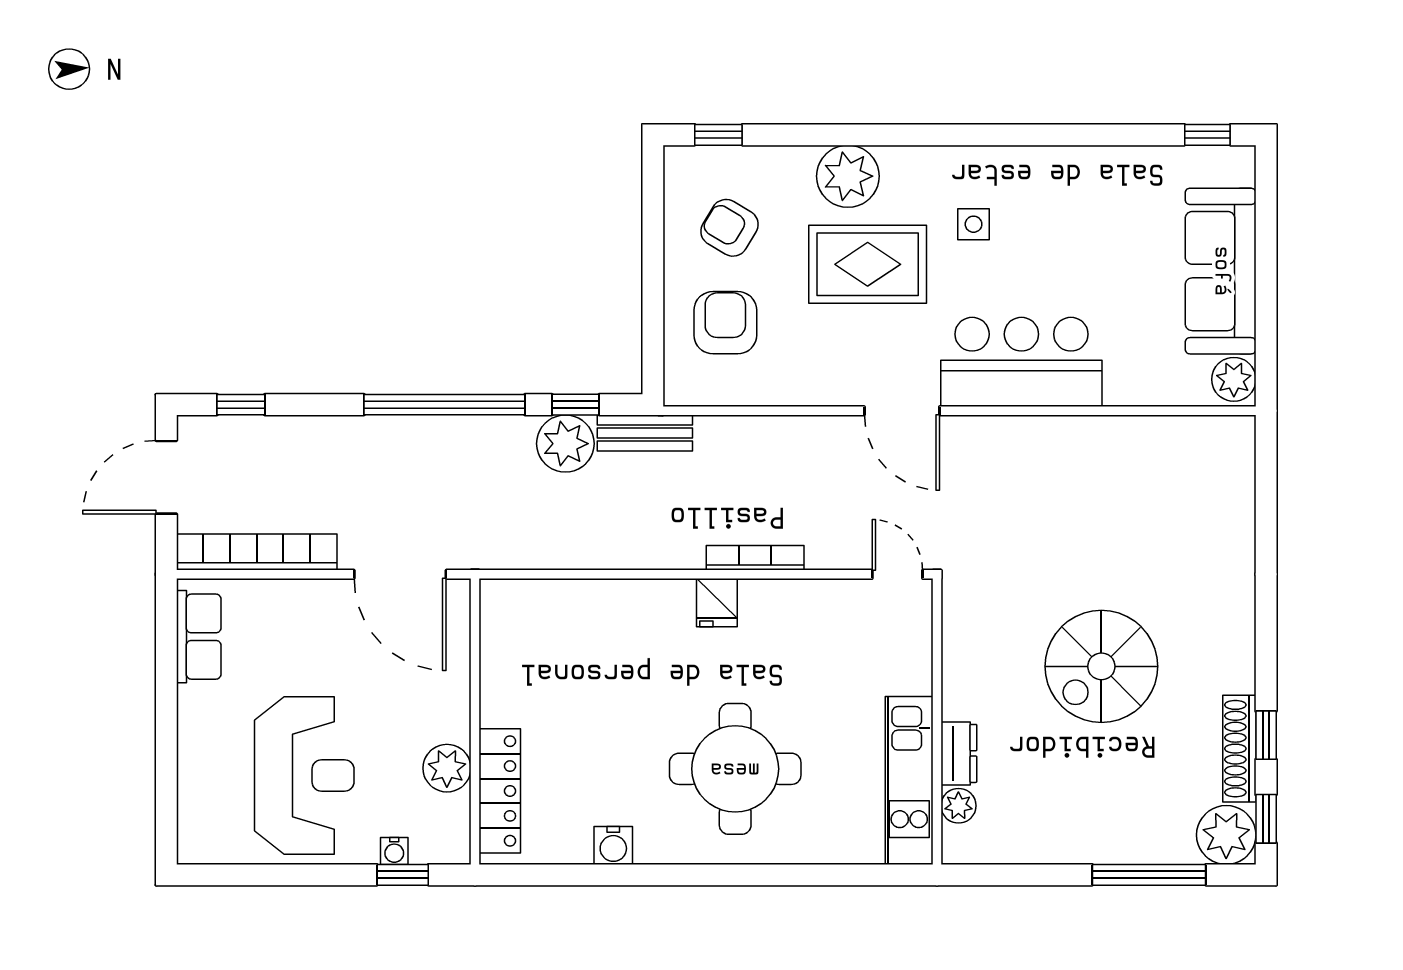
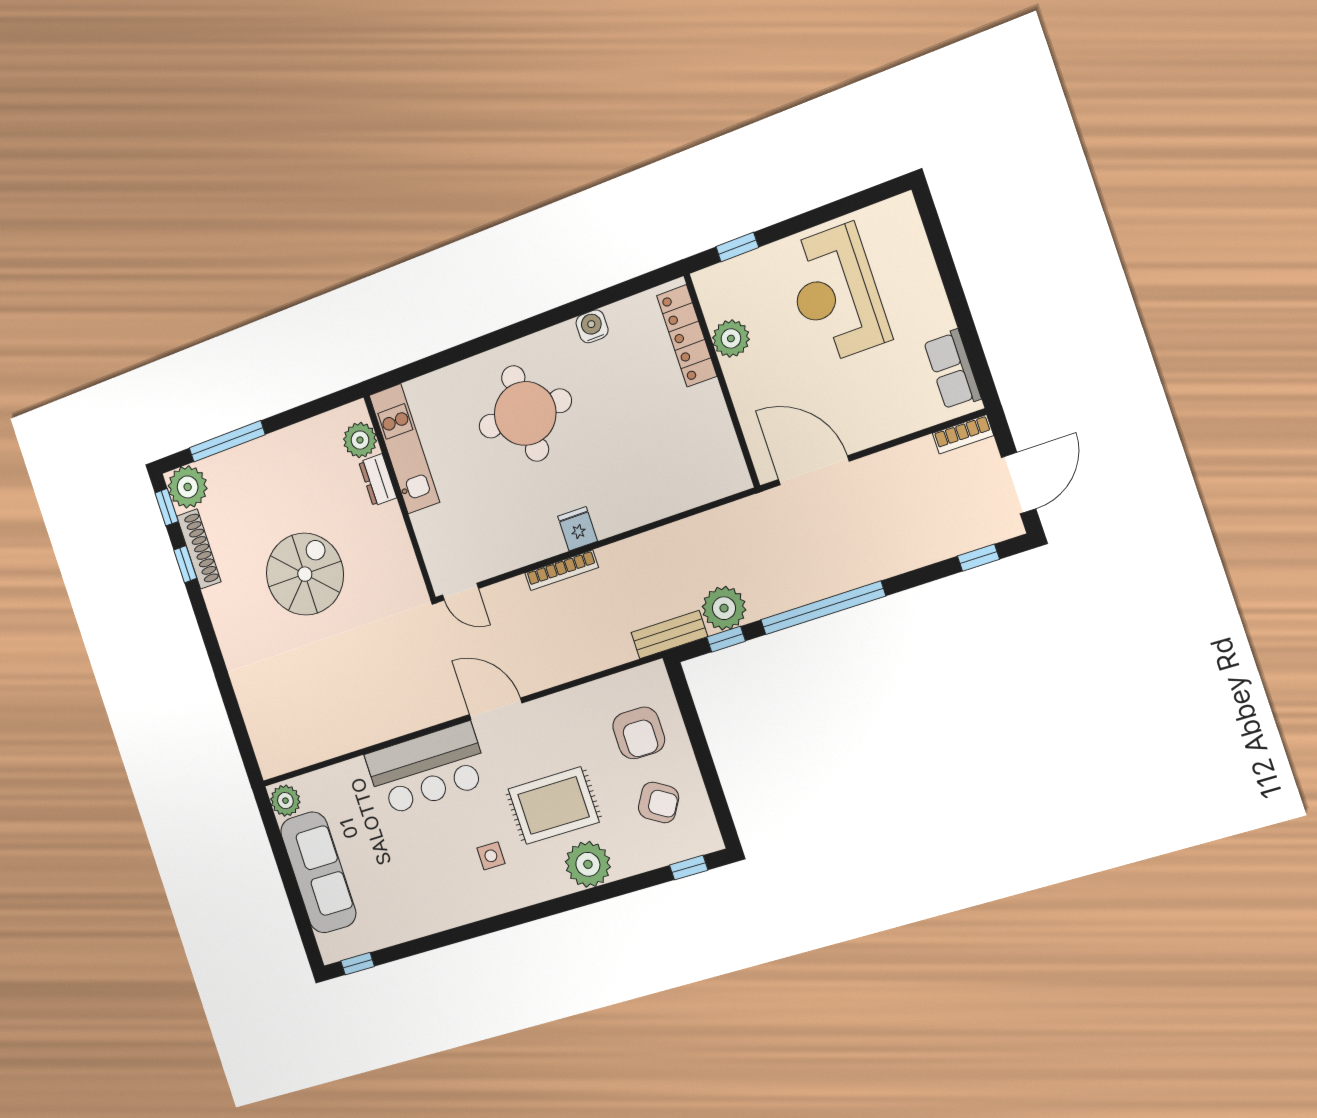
bookcase: (257, 552) -> (963, 434), width x0.43, depth x0.76
plant: (958, 806) -> (360, 440), width x1.38, depth x1.38
water cooler: (394, 851) -> (749, 262), removed

